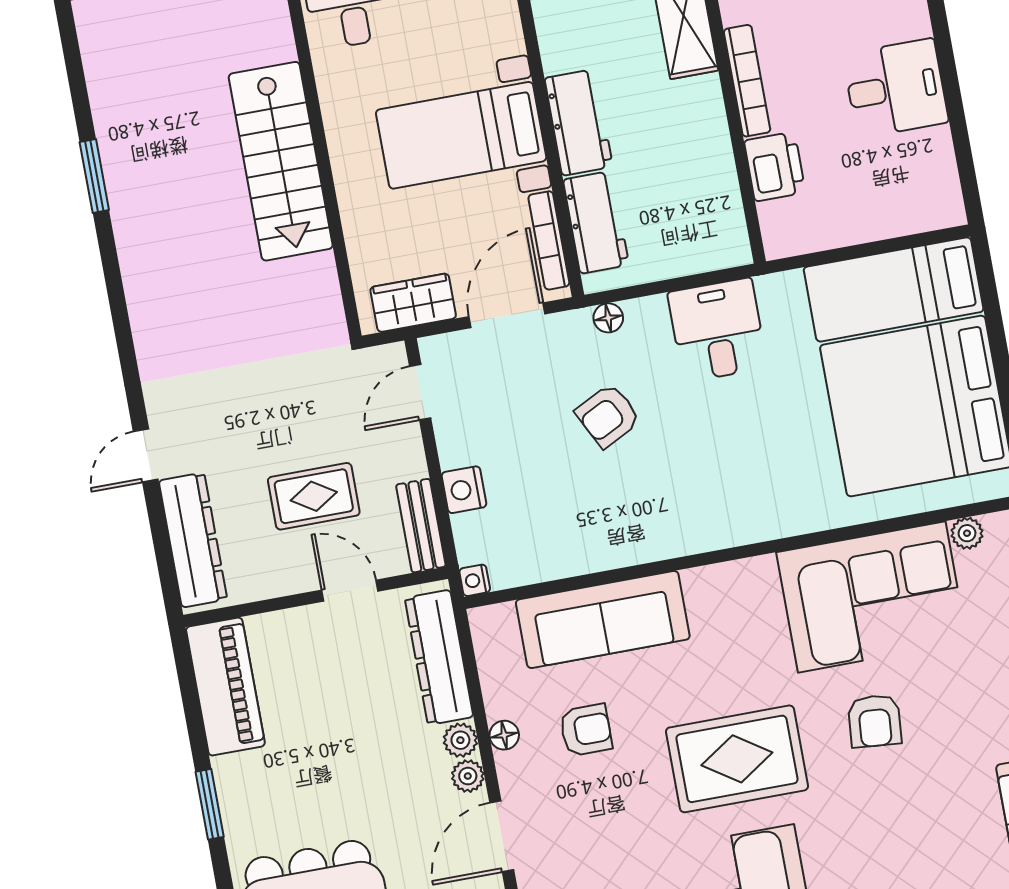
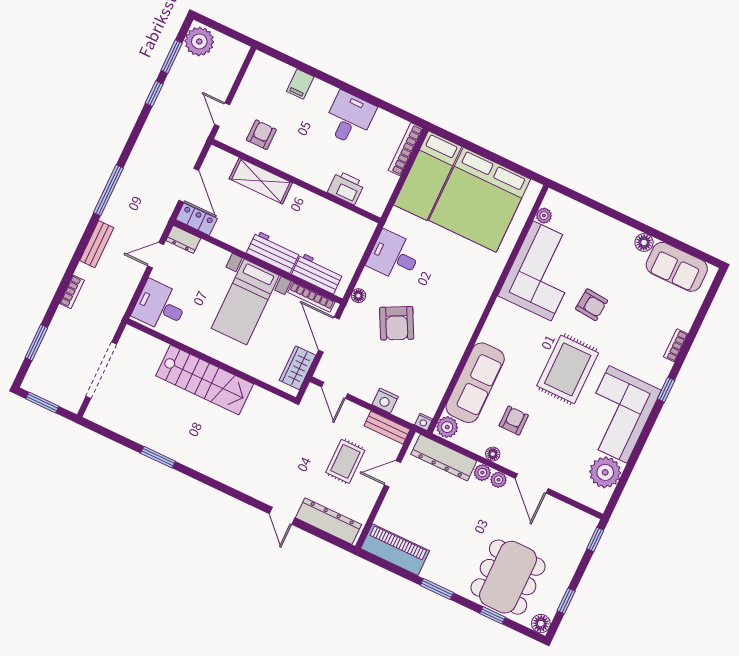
bookcase: (747, 81) -> (406, 149), moved, turned -90
armchair: (608, 416) -> (397, 323), width x1.38, depth x1.38
plant: (494, 626) -> (447, 427), added

